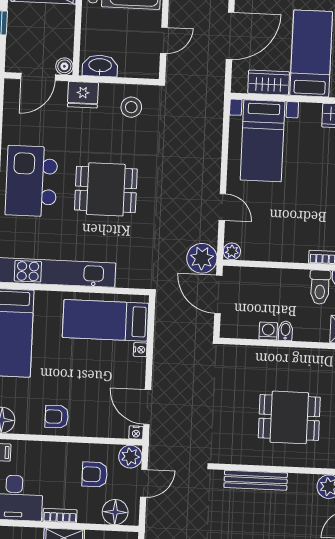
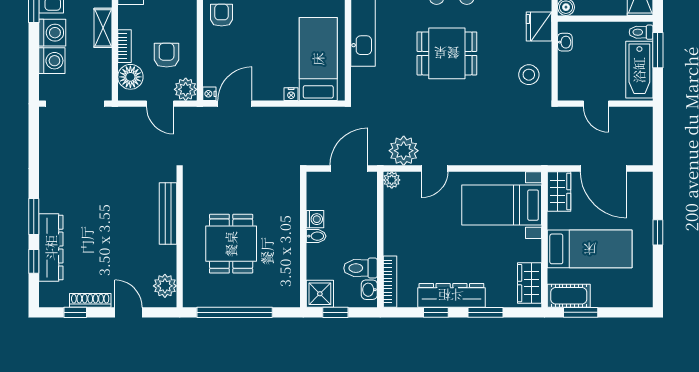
washbasin: (100, 66) -> (565, 42), width x0.52, depth x0.69
wardrobe: (269, 83) -> (559, 192), moved
dining table: (106, 189) -> (447, 53), turned 90
plant: (202, 258) -> (404, 151), moved
bookcase: (60, 516) -> (124, 46), moved

